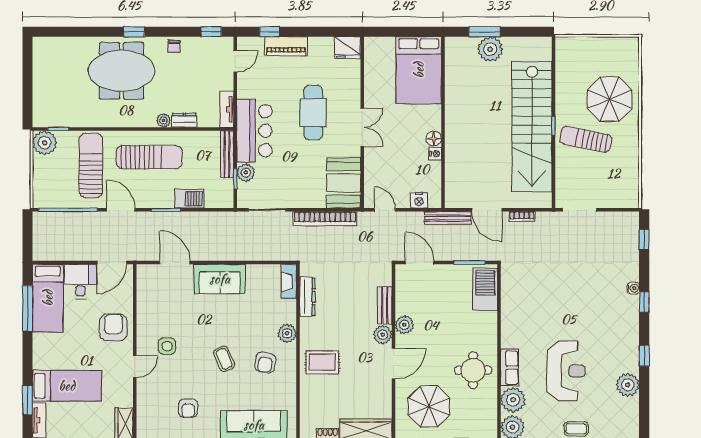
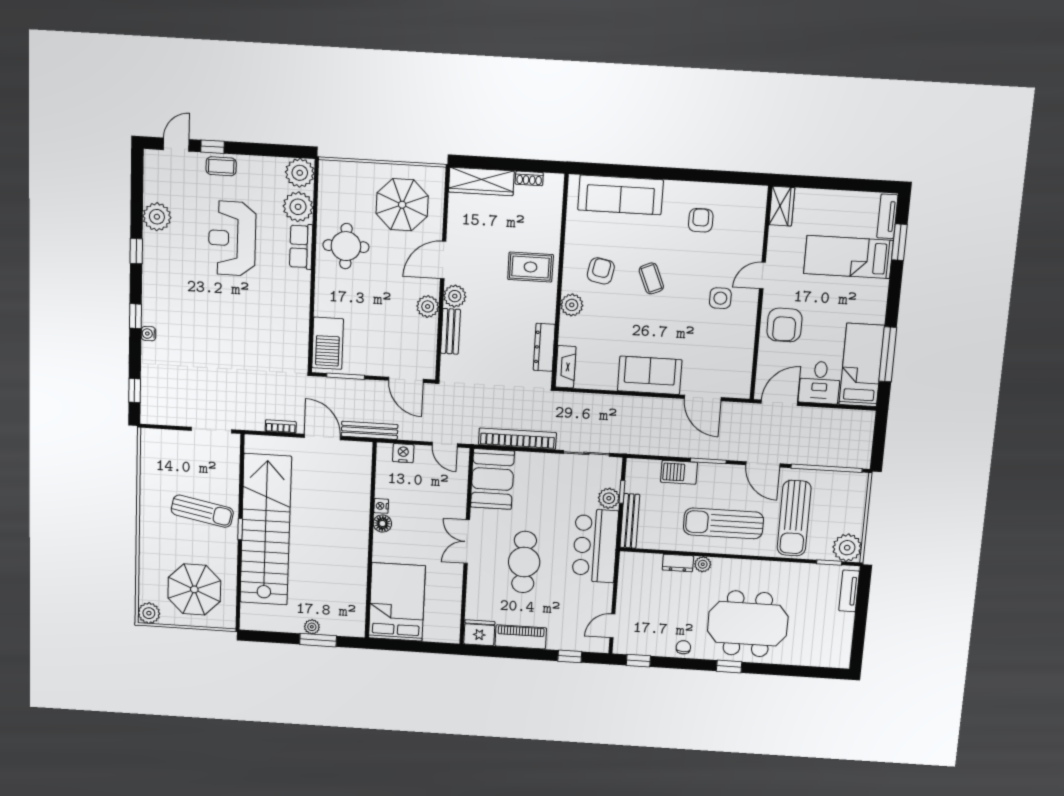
piano: (286, 46) -> (521, 637), moved
plant: (630, 46) -> (149, 613), added
plant: (490, 49) -> (312, 627), width x0.53, depth x0.53
parasol: (609, 99) -> (194, 589), moved
tv unit: (227, 109) -> (849, 591), moved, turned 180

